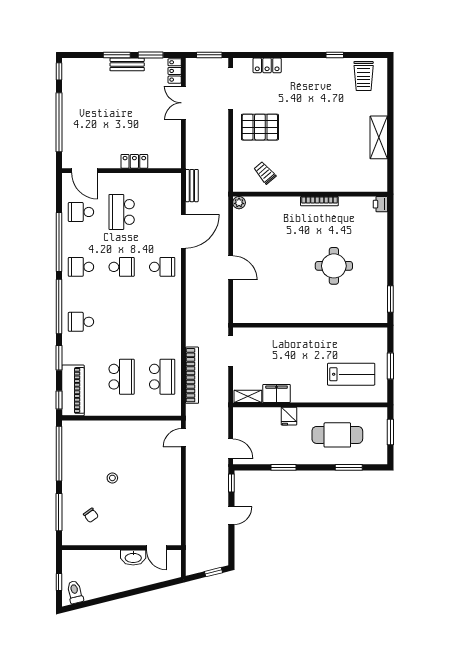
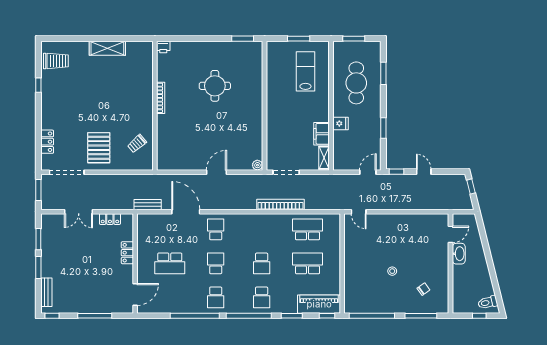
bench: (127, 64) -> (46, 292), moved
locker: (175, 71) -> (110, 219), moved
window: (59, 122) -> (95, 316), width x0.68
plant: (239, 203) -> (257, 165), moved
school desk: (81, 212) -> (262, 263), moved
bookcase: (192, 375) -> (280, 204), moved

